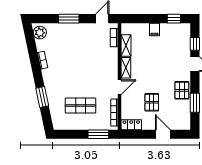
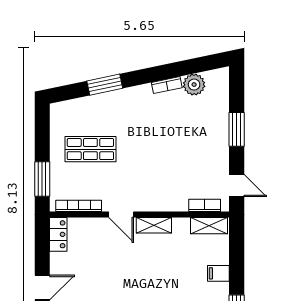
plant: (40, 33) -> (194, 85), moved
shelving: (126, 46) -> (209, 226), moved
pallet: (152, 102) -> (96, 269), removed
shop shelf: (81, 106) -> (90, 149), turned 90

